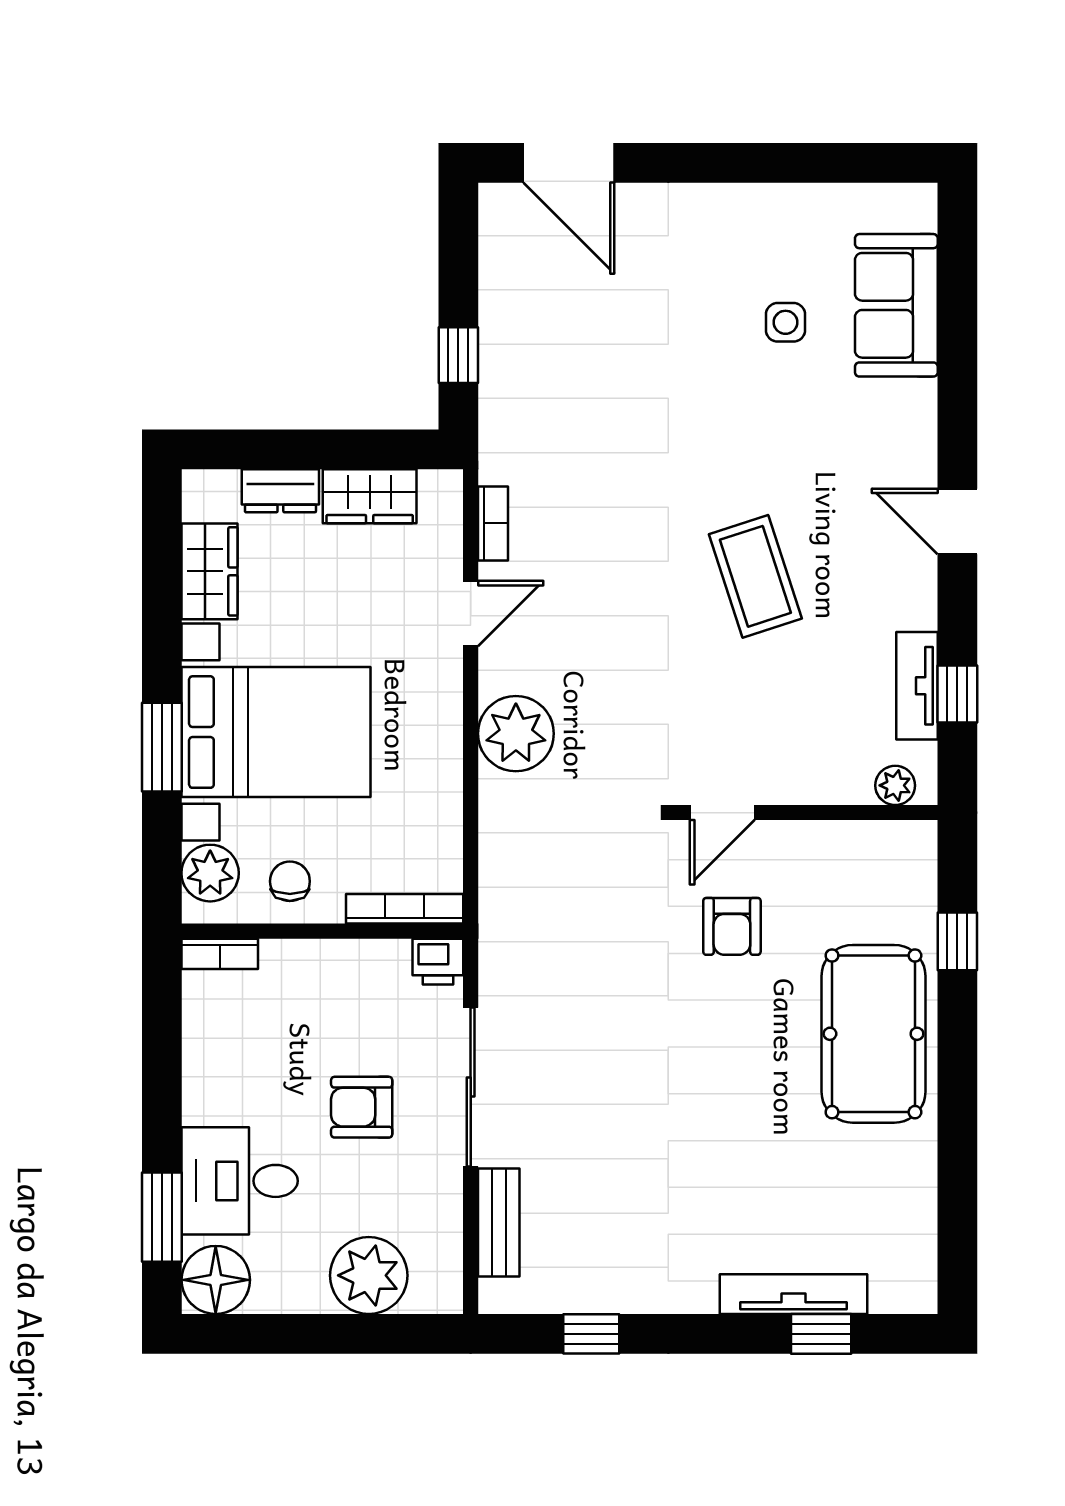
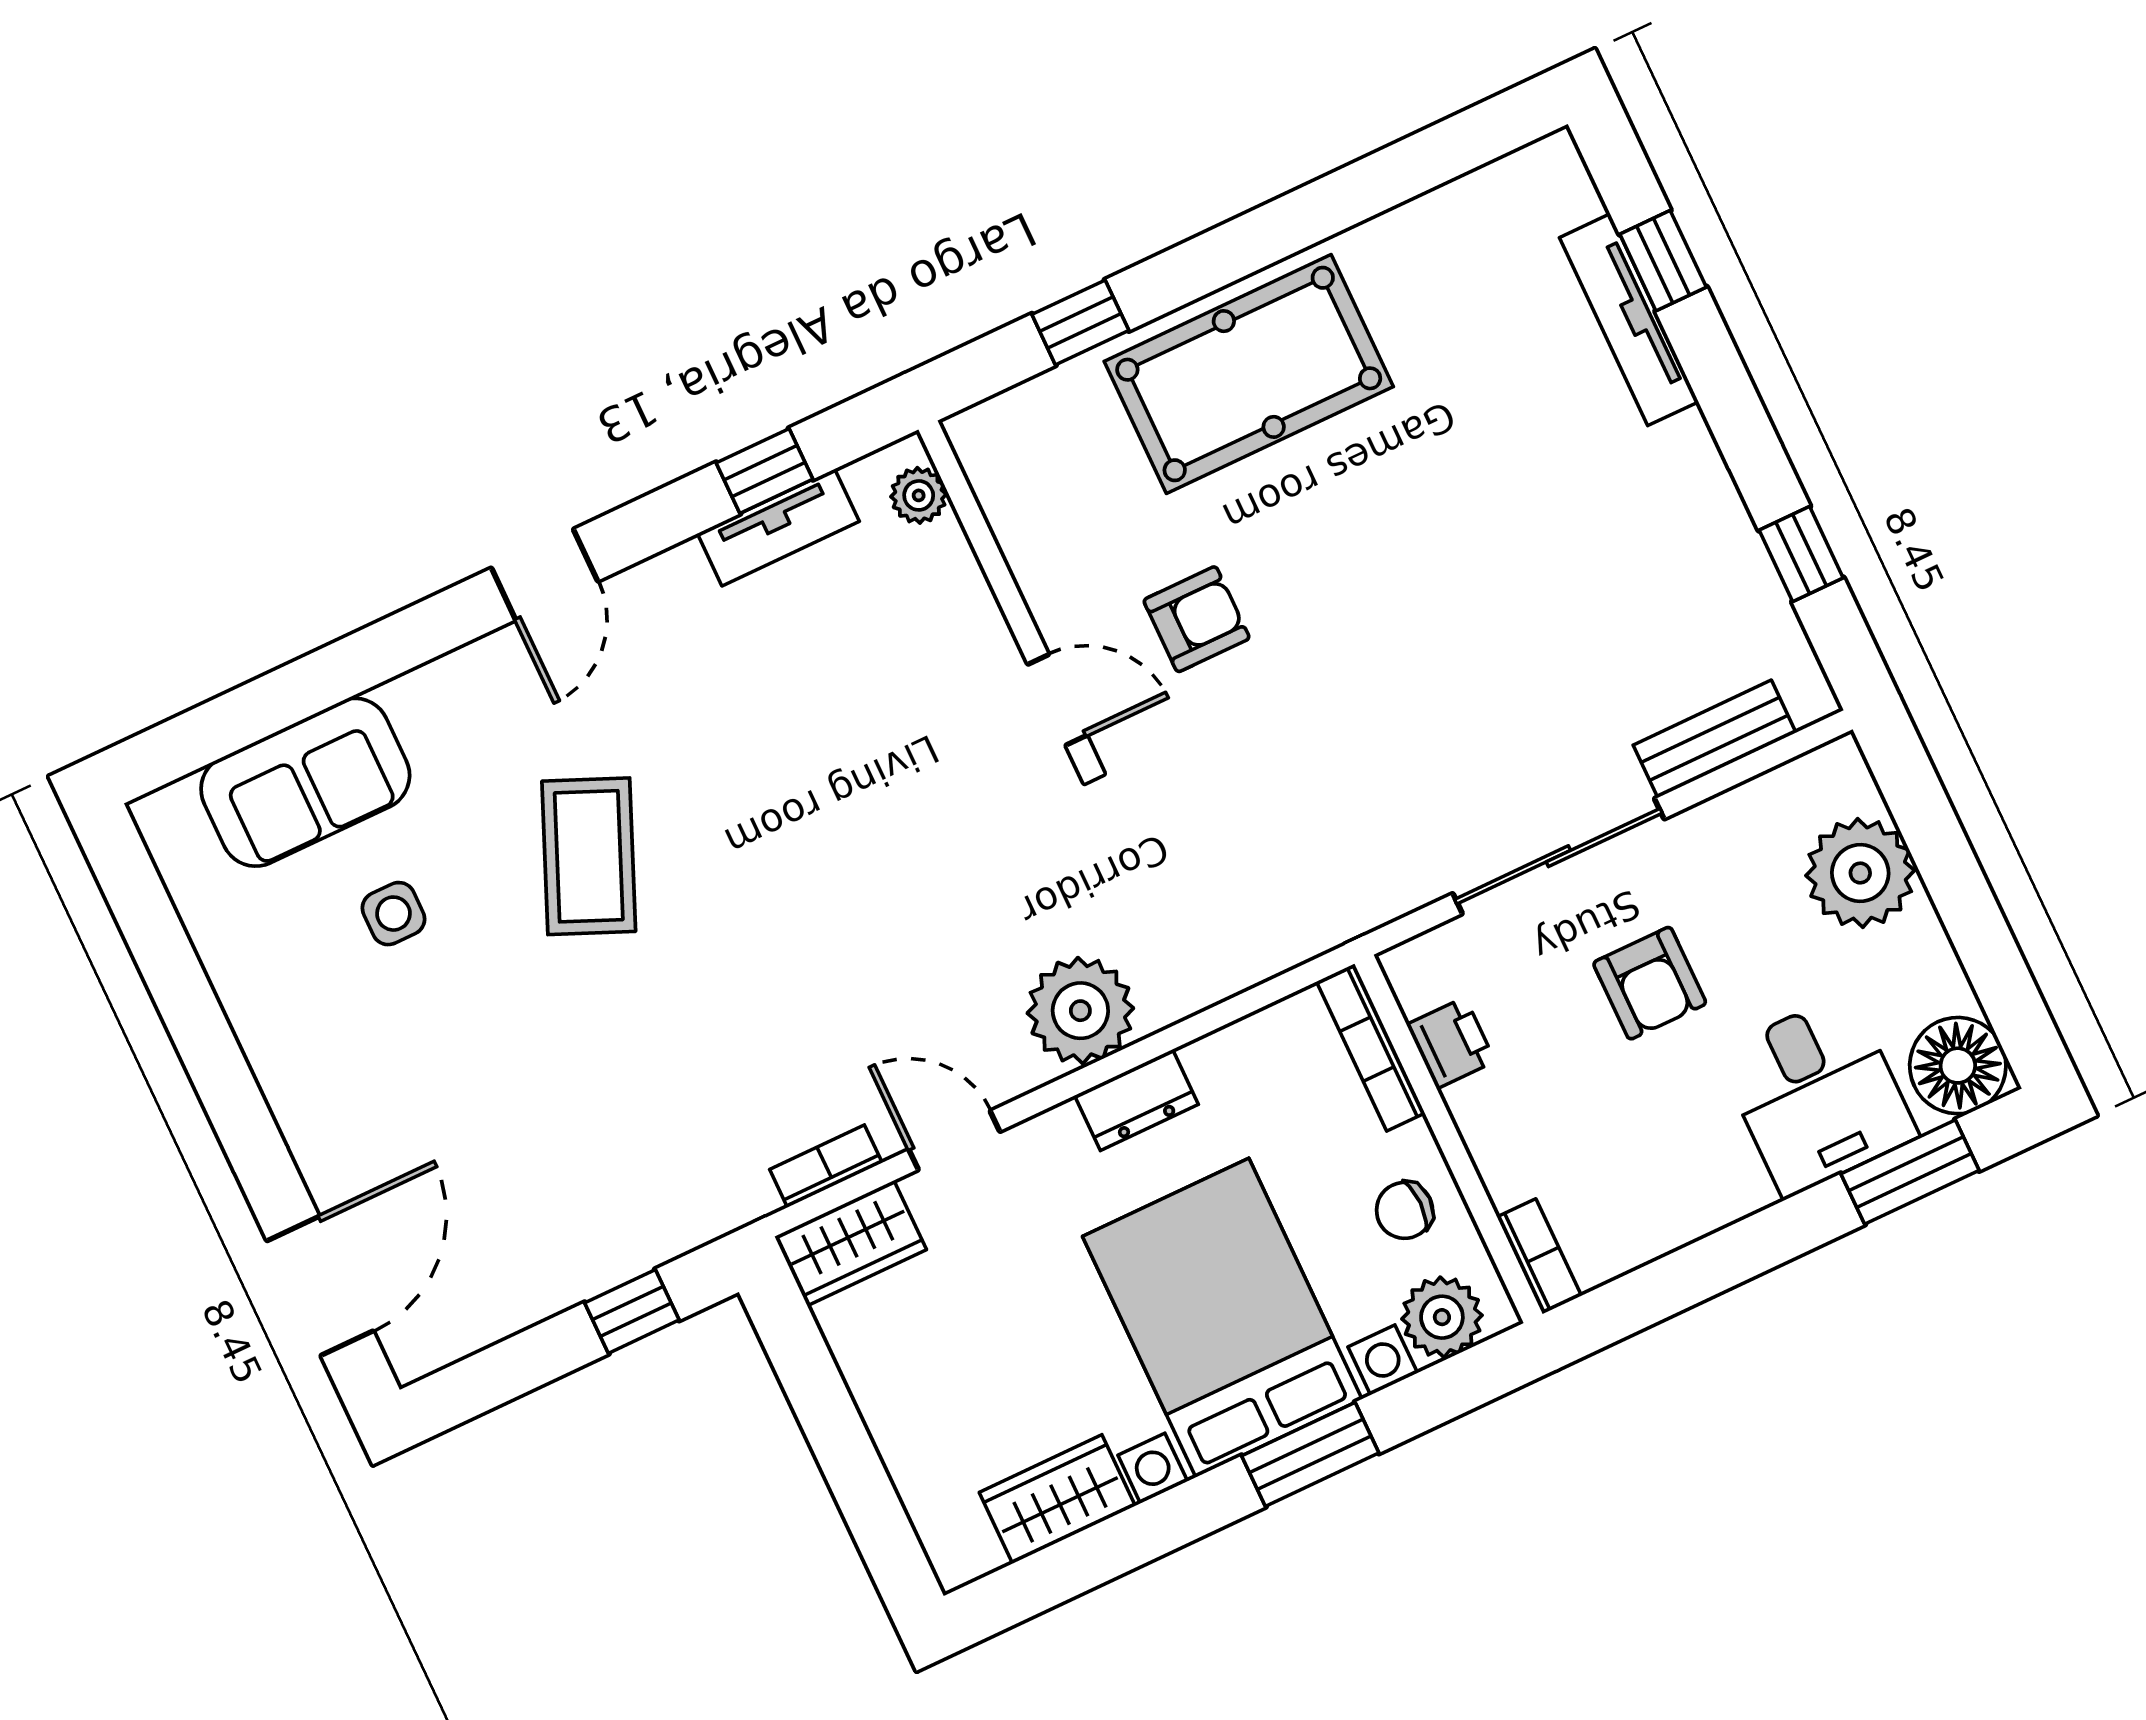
dresser: (280, 491) -> (1136, 1100), moved, turned 90
wardrobe: (370, 496) -> (850, 1243), moved, turned 90
coffee table: (755, 576) -> (589, 856), moved, turned -49
printer: (438, 962) -> (1451, 1043), moved

